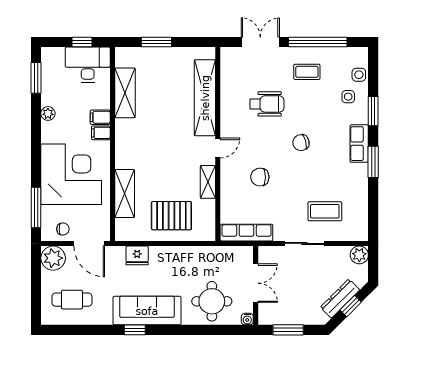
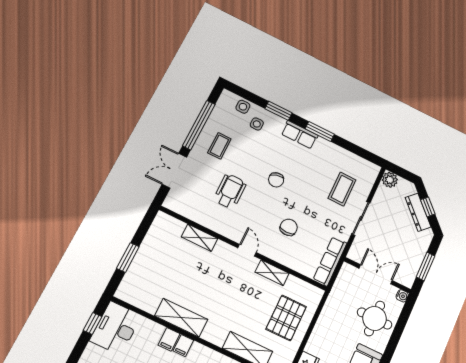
shelving: (125, 93) -> (181, 318), moved
shelving: (205, 98) -> (199, 238), width x0.45, depth x0.75
chair: (260, 177) -> (289, 227), turned 180

